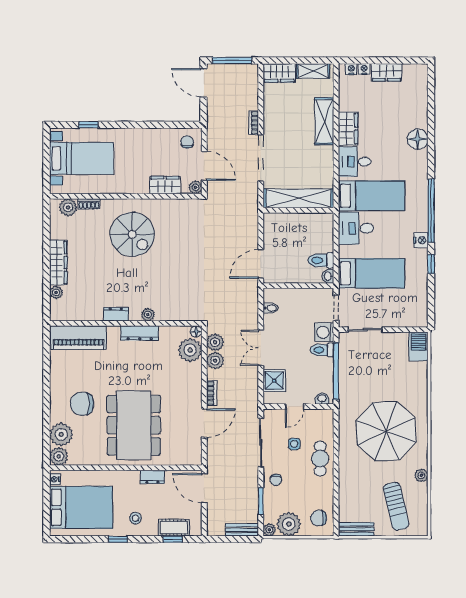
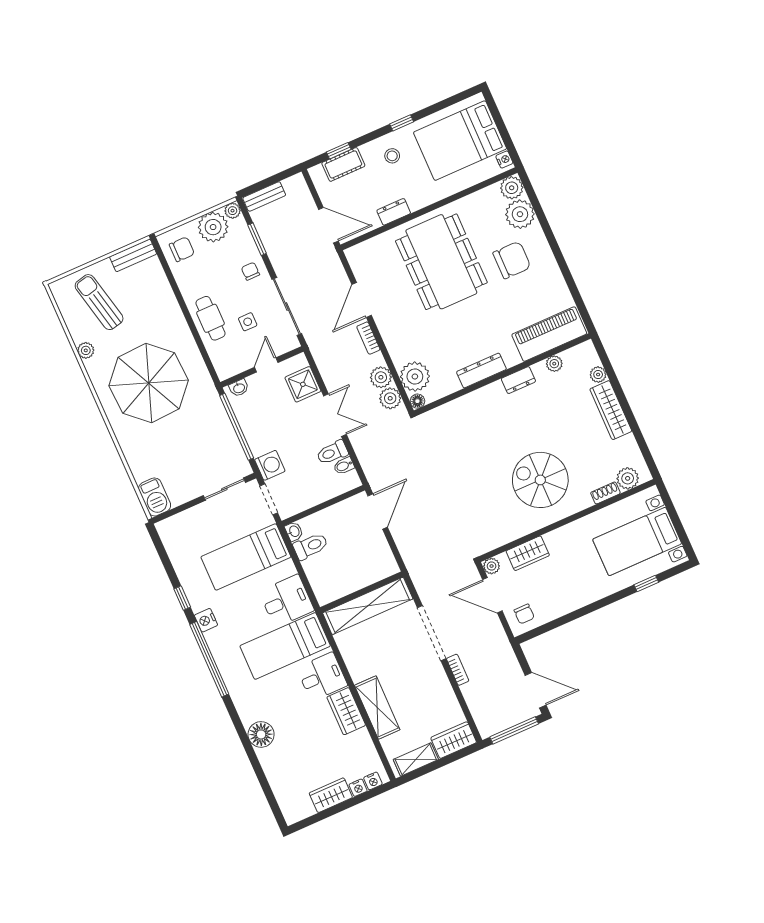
plant: (148, 315) -> (554, 364), moved
toilet: (322, 350) -> (332, 452), moved, turned 180

